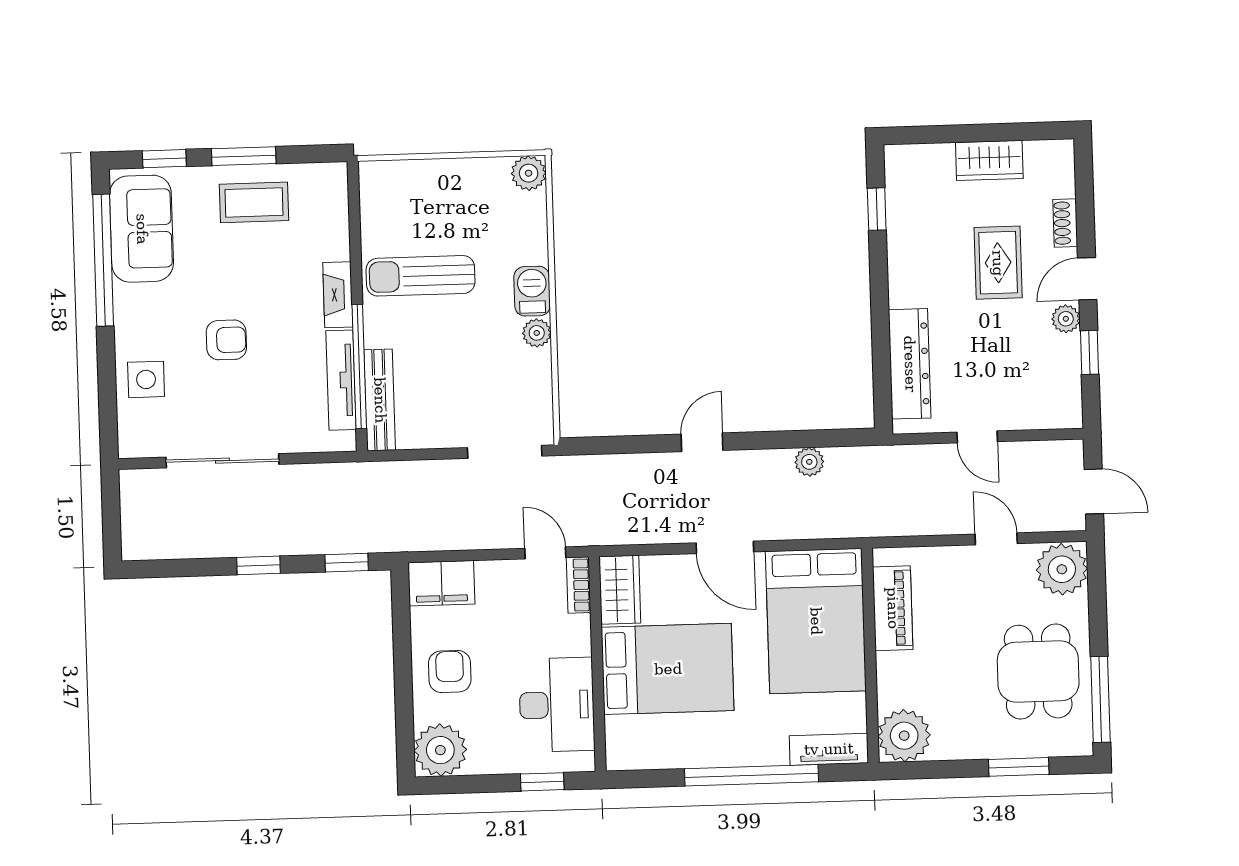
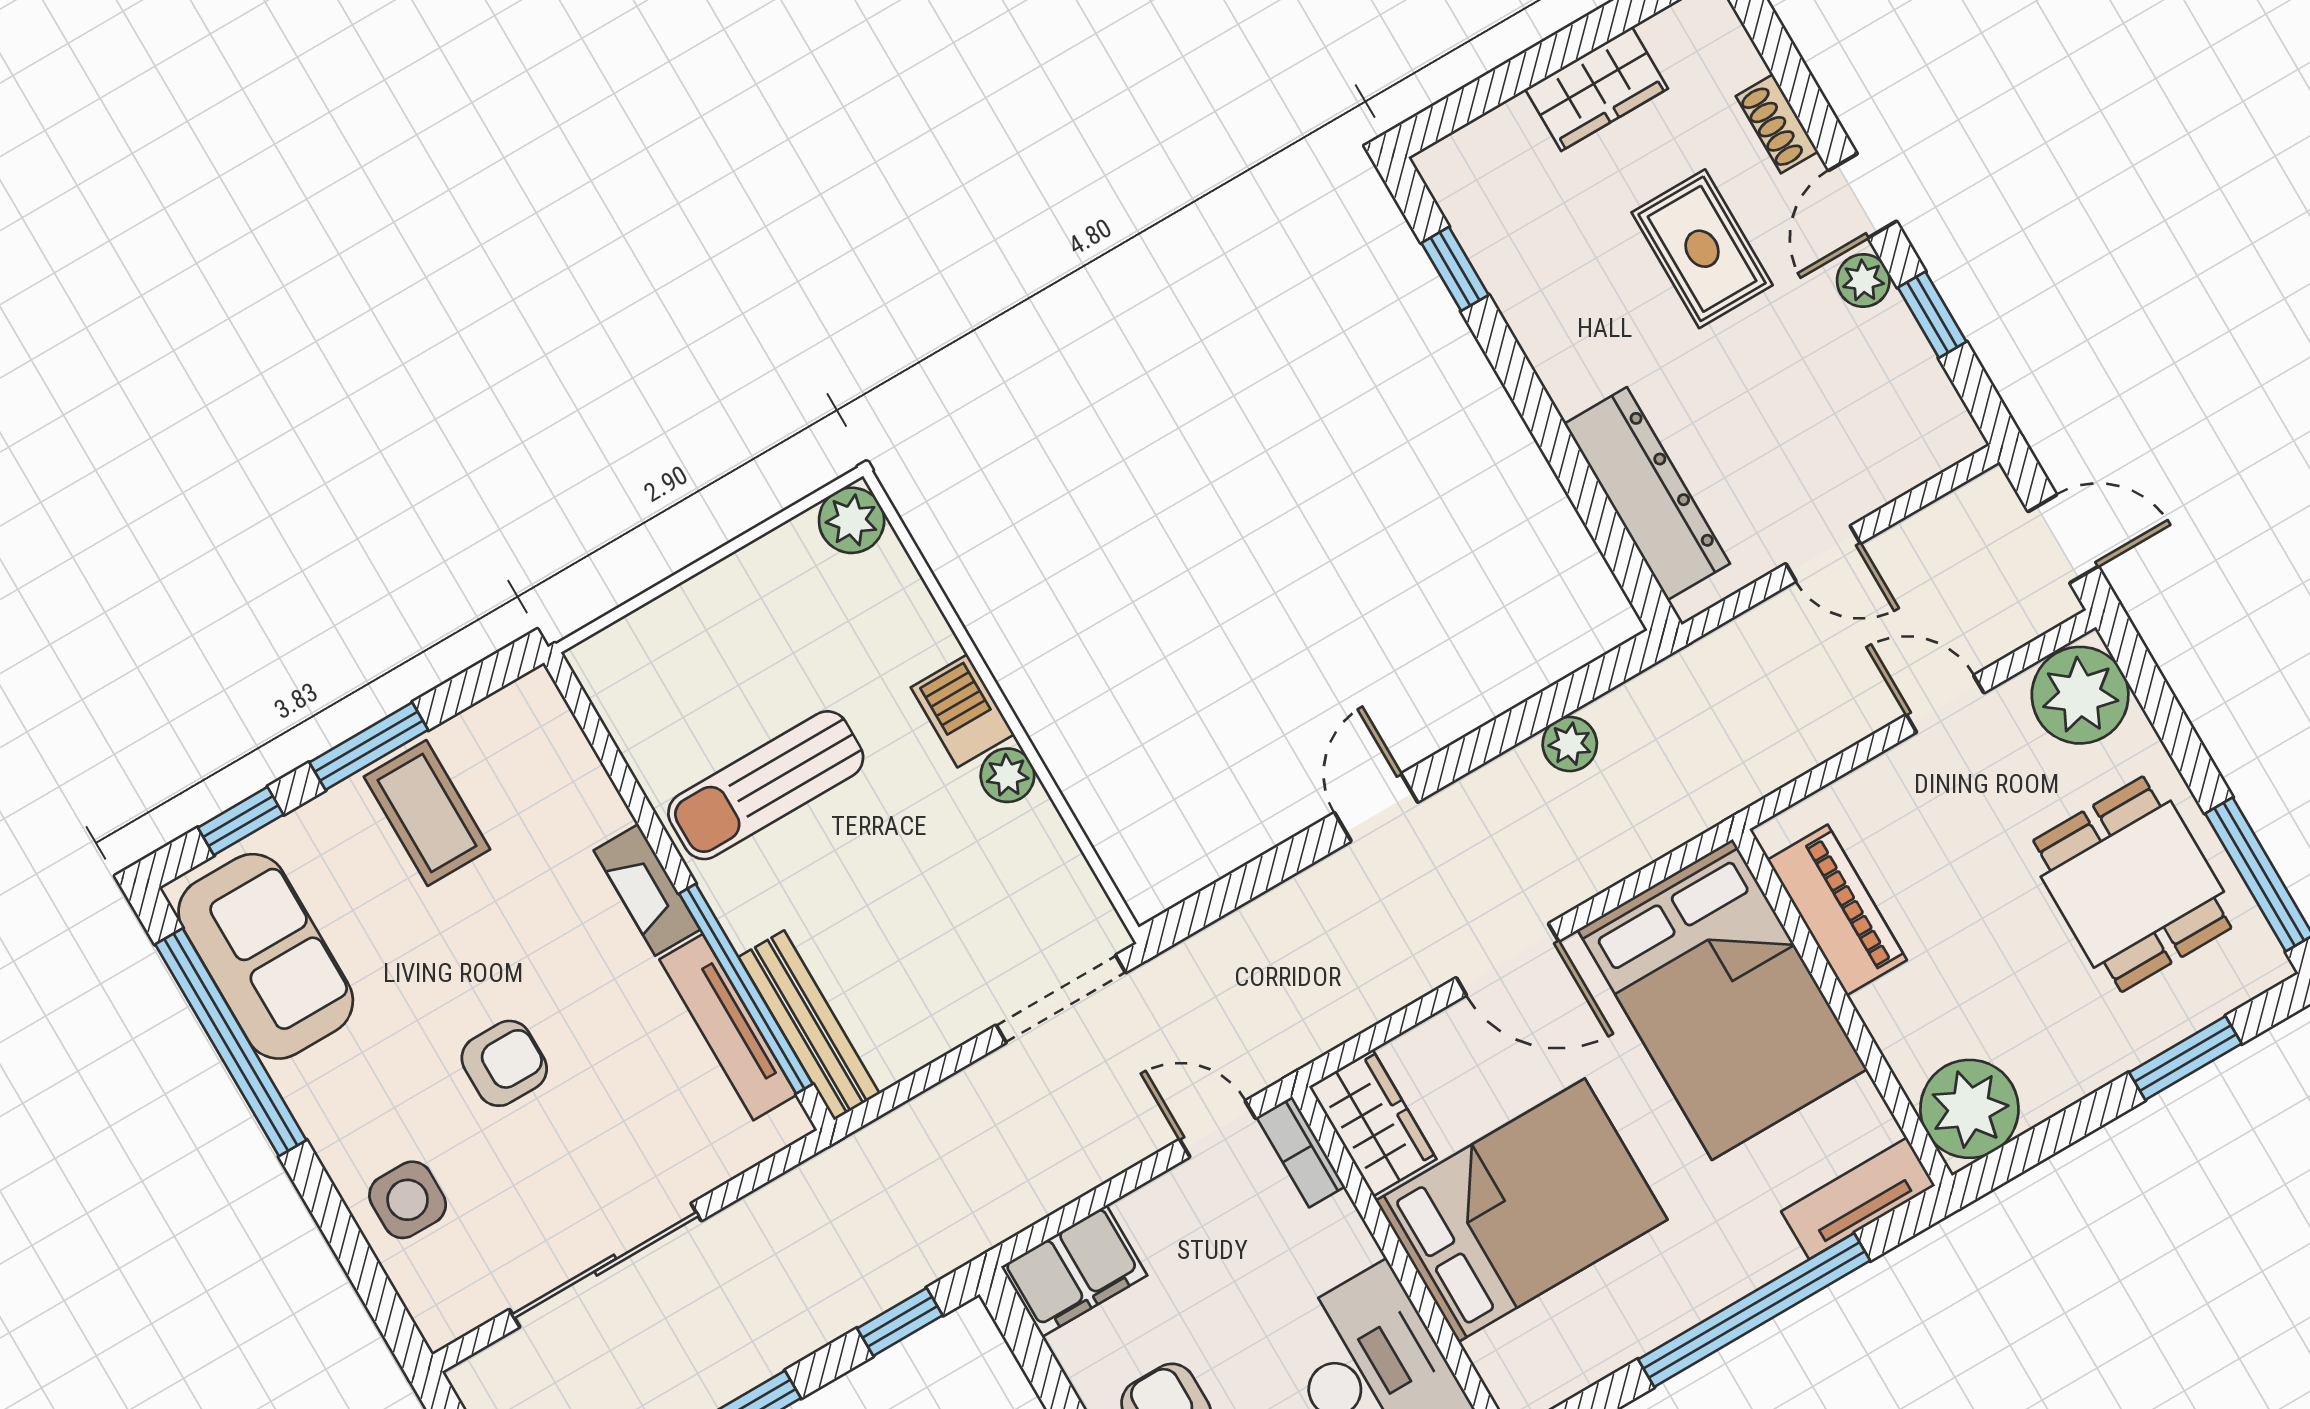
coffee table: (254, 202) -> (427, 813), turned 90

